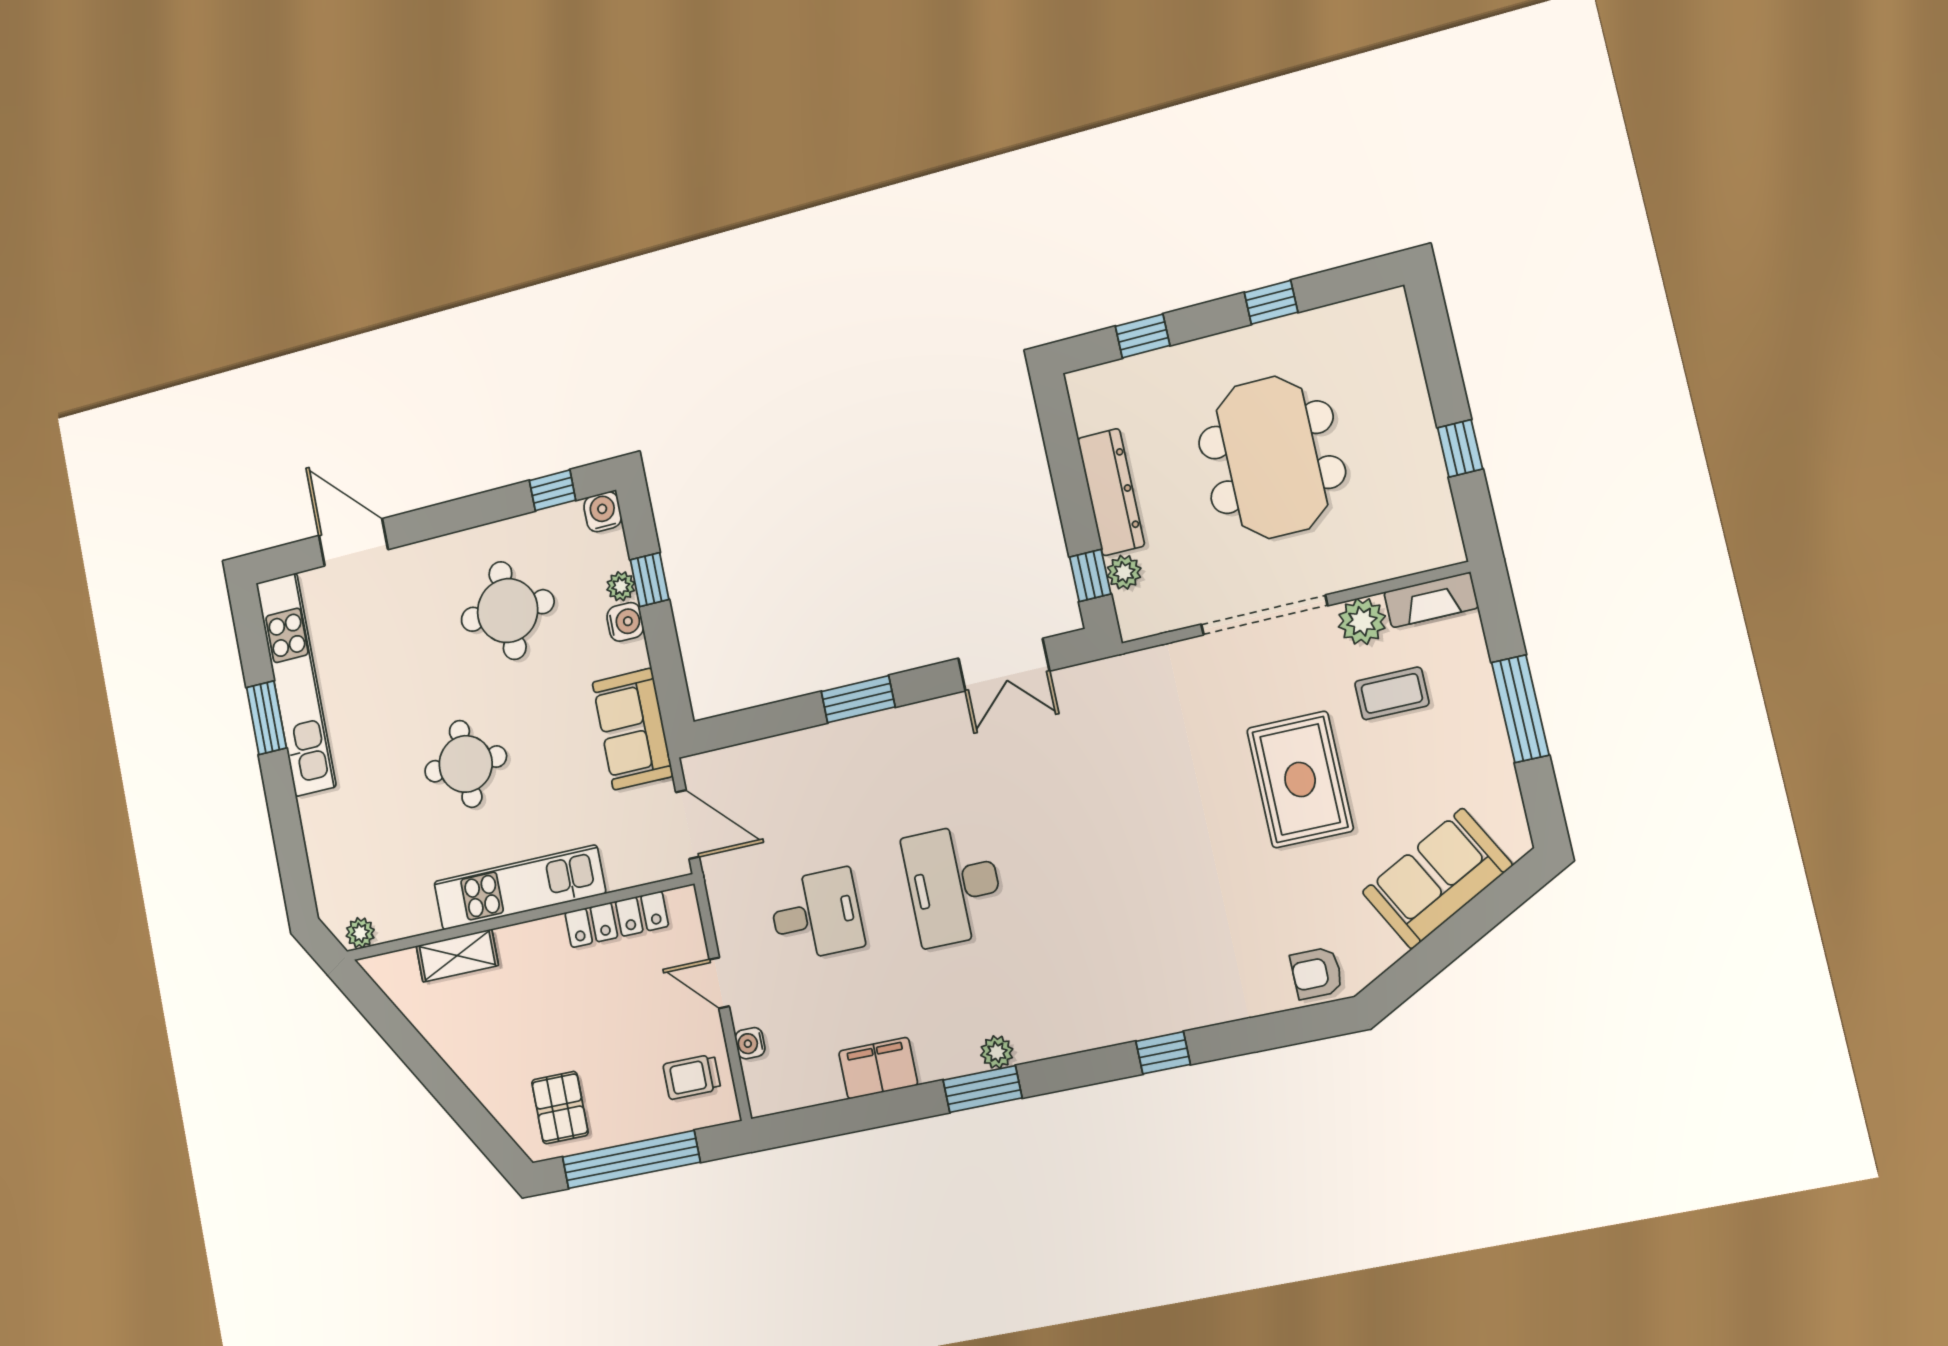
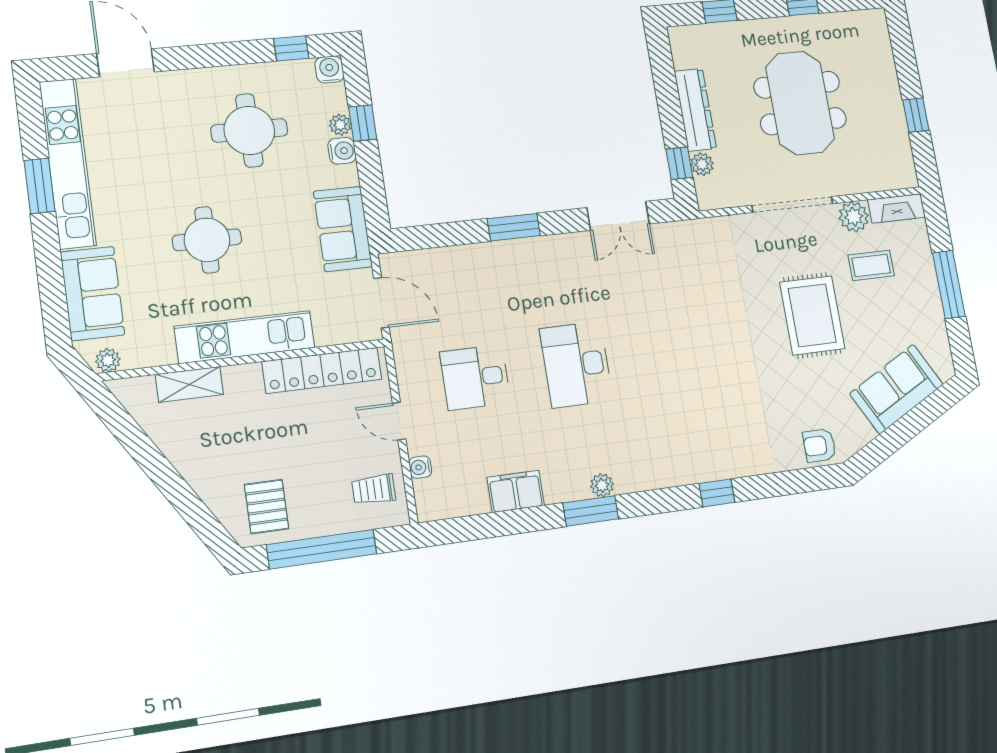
sofa: (336, 849) -> (92, 293), added
desk: (816, 915) -> (475, 377), turned 180
locker: (617, 919) -> (322, 370), width x1.41, depth x1.21

